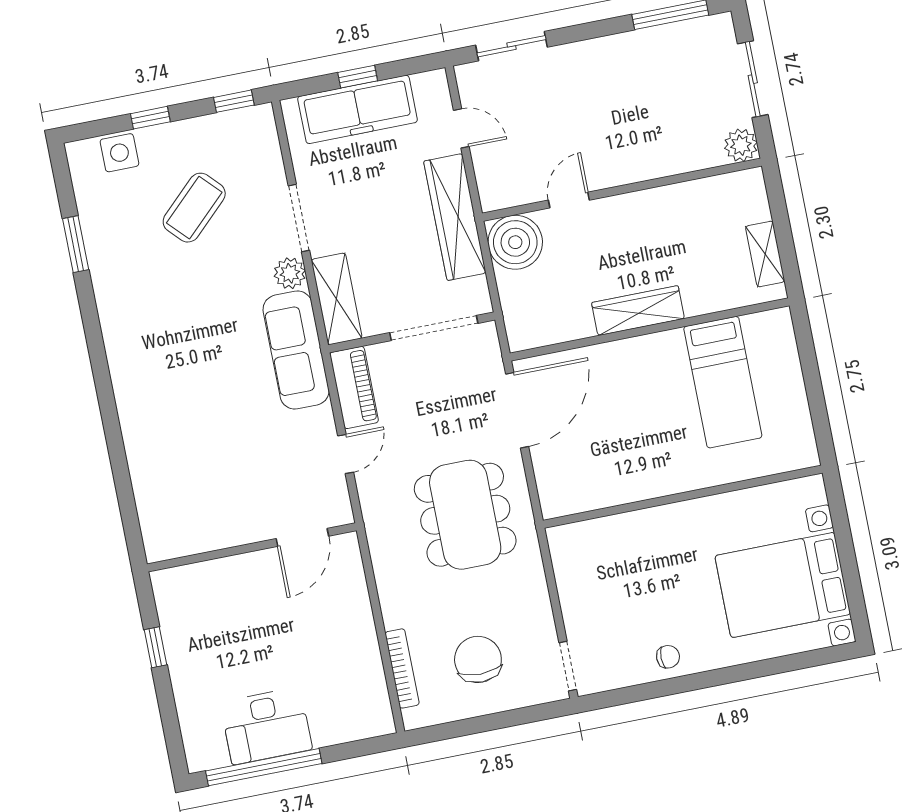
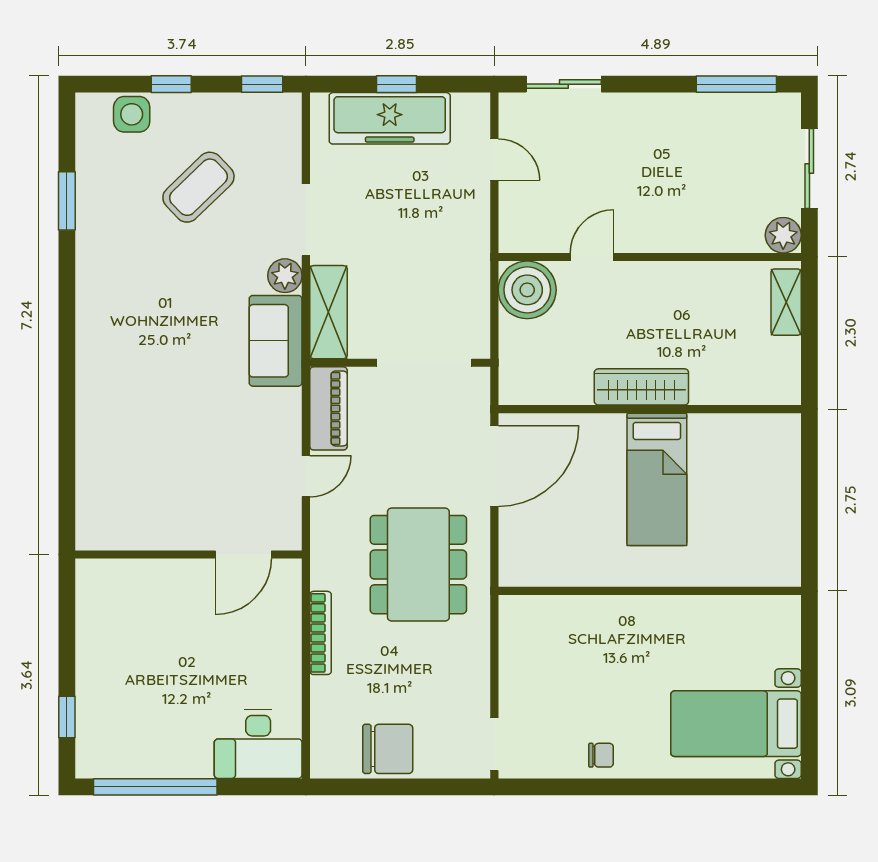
wardrobe: (455, 217) -> (469, 251), removed
shelving: (765, 254) -> (786, 302), moved
sofa: (296, 350) -> (276, 341), width x0.73
bed: (723, 382) -> (657, 479), moved
bed with nightstands: (783, 585) -> (736, 724), width x0.73
window: (155, 647) -> (67, 717), moved
chair: (478, 659) -> (388, 749), moved, turned 90
bookcase: (402, 668) -> (321, 633), moved
desk: (266, 726) -> (258, 744), moved

